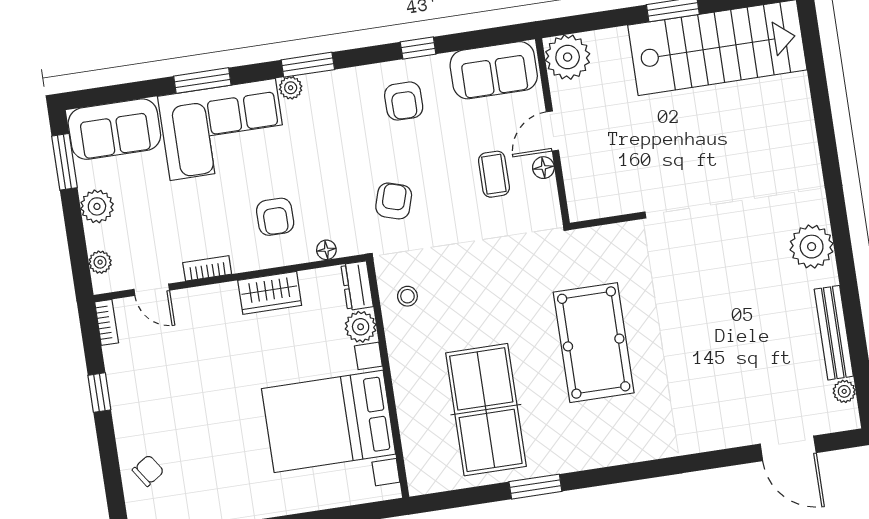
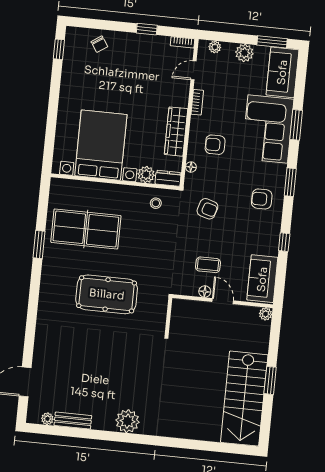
plant: (568, 57) -> (266, 314), width x0.53, depth x0.53
plant: (291, 88) -> (280, 170), removed
armchair: (404, 101) -> (262, 199), moved
wardrobe: (270, 293) -> (176, 132), width x1.50
bench: (834, 333) -> (73, 421), width x0.73

